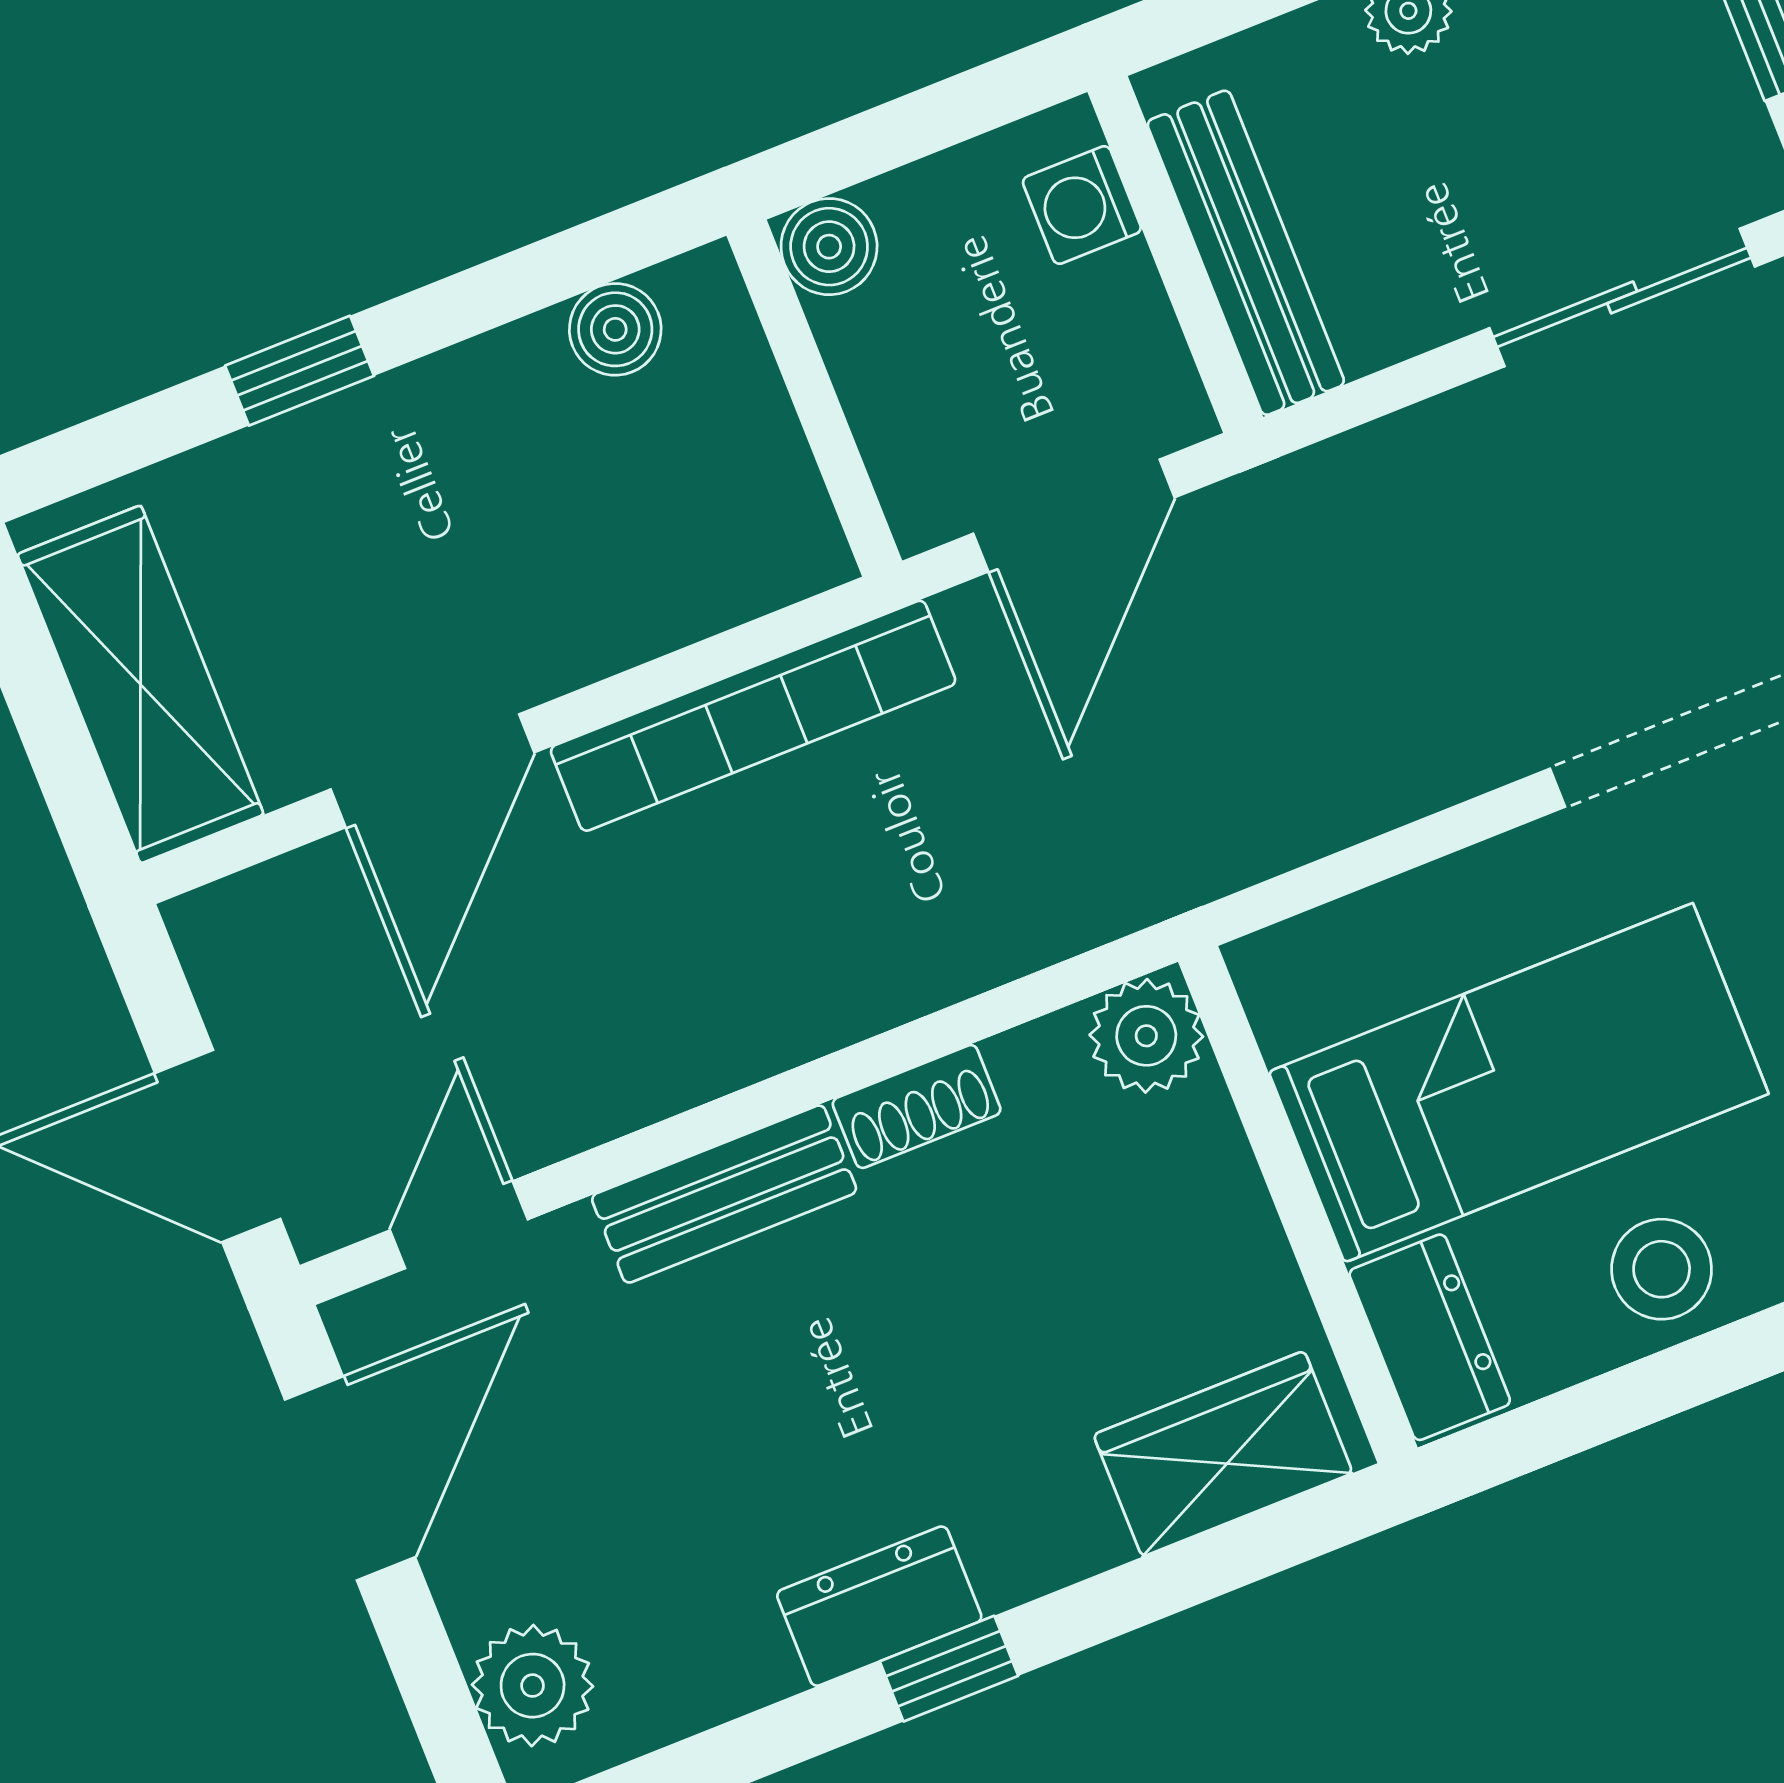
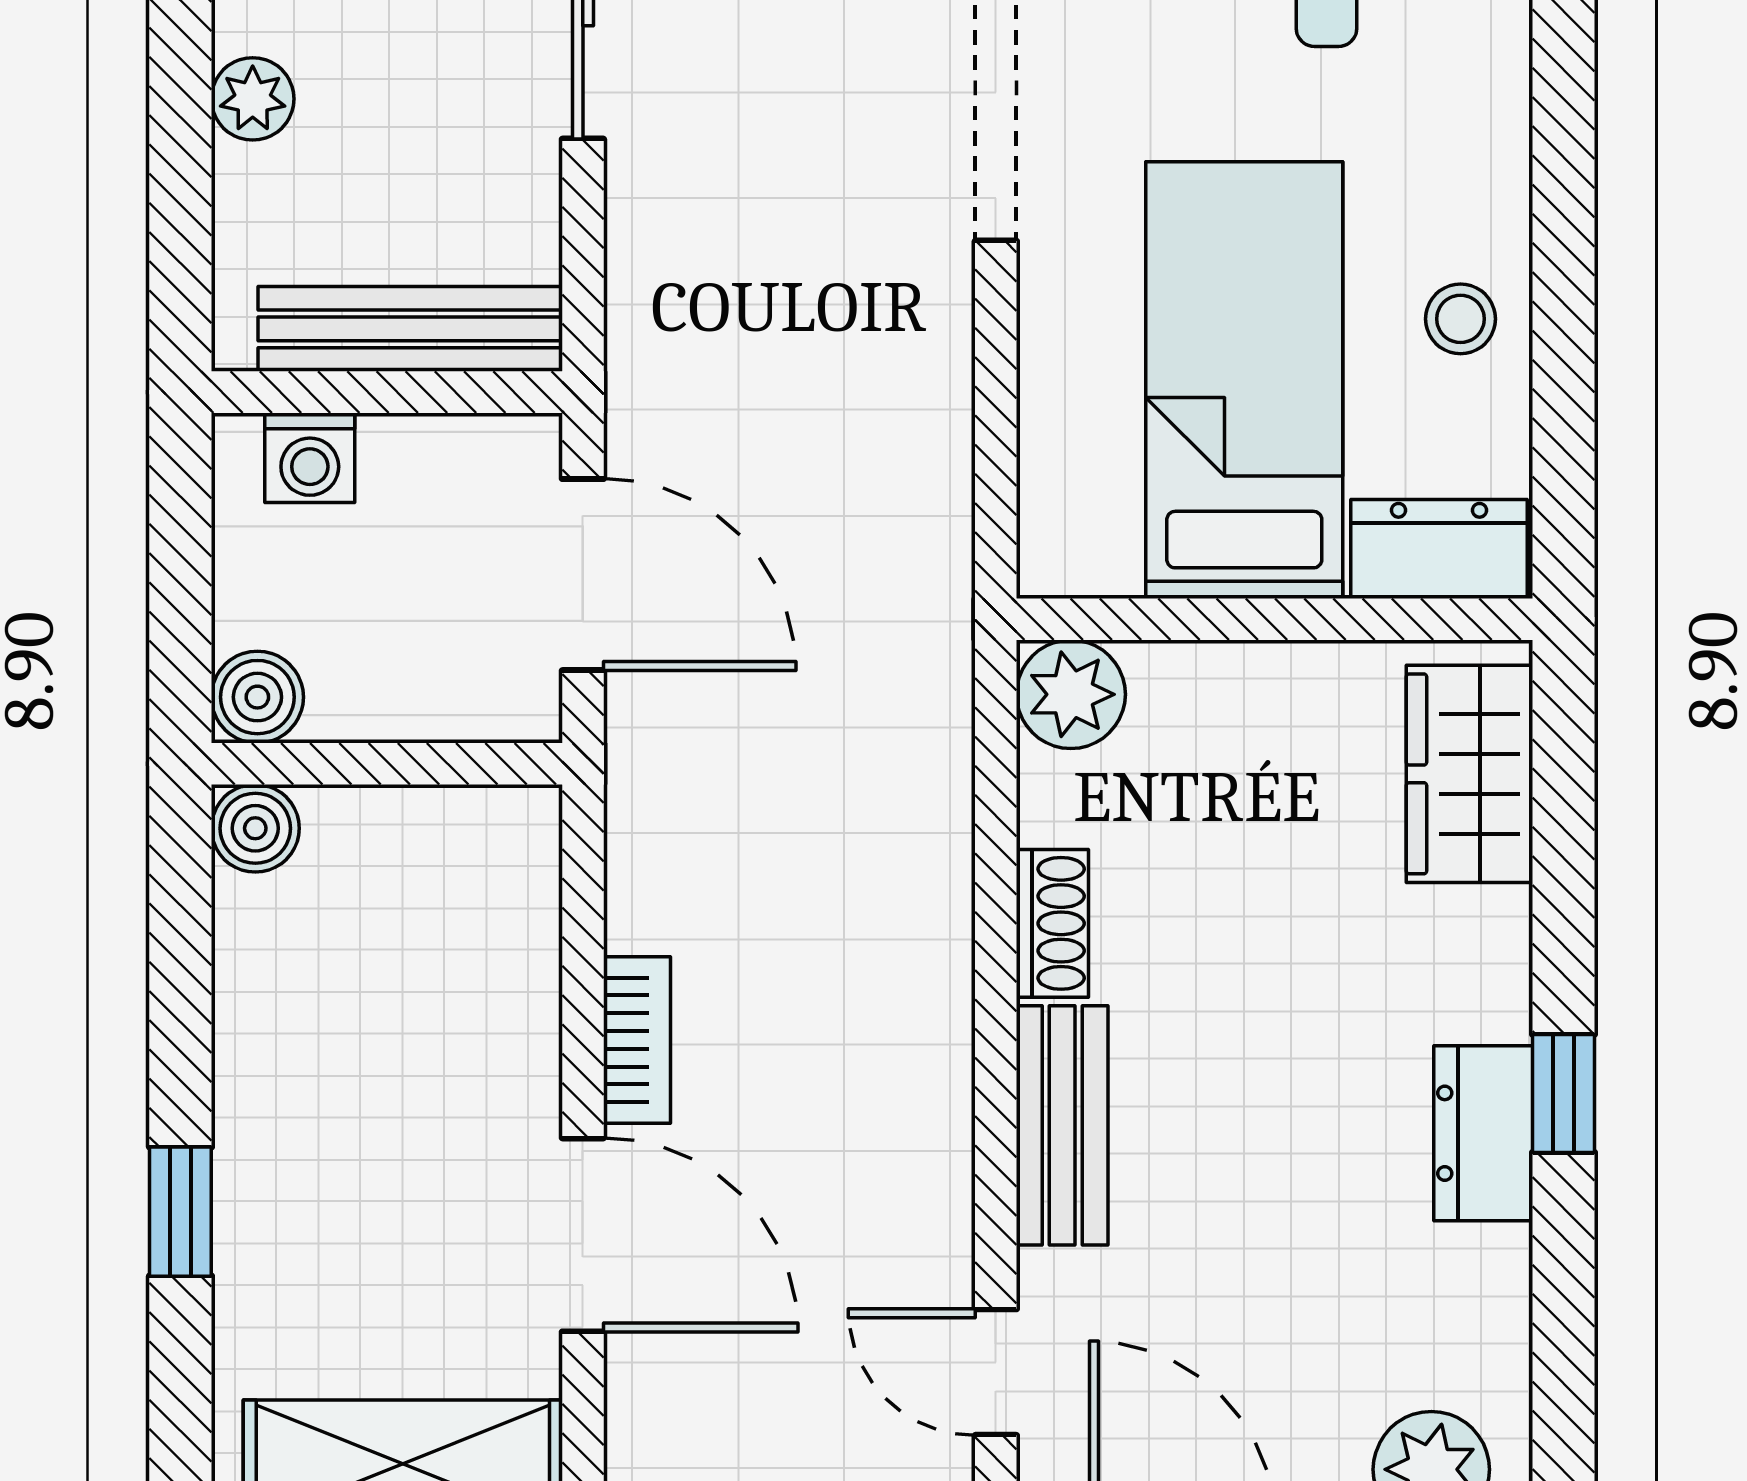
boiler: (615, 329) -> (255, 828), moved
bookcase: (753, 716) -> (637, 1040), width x0.43, depth x0.76
stool: (1662, 1269) -> (1461, 319), width x0.73, depth x0.73

